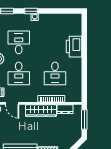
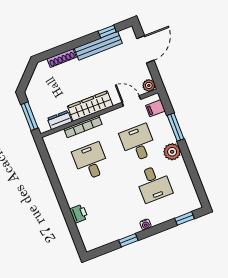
window: (31, 11) -> (128, 240), moved
printer: (74, 47) -> (79, 214), width x0.53, depth x0.68

